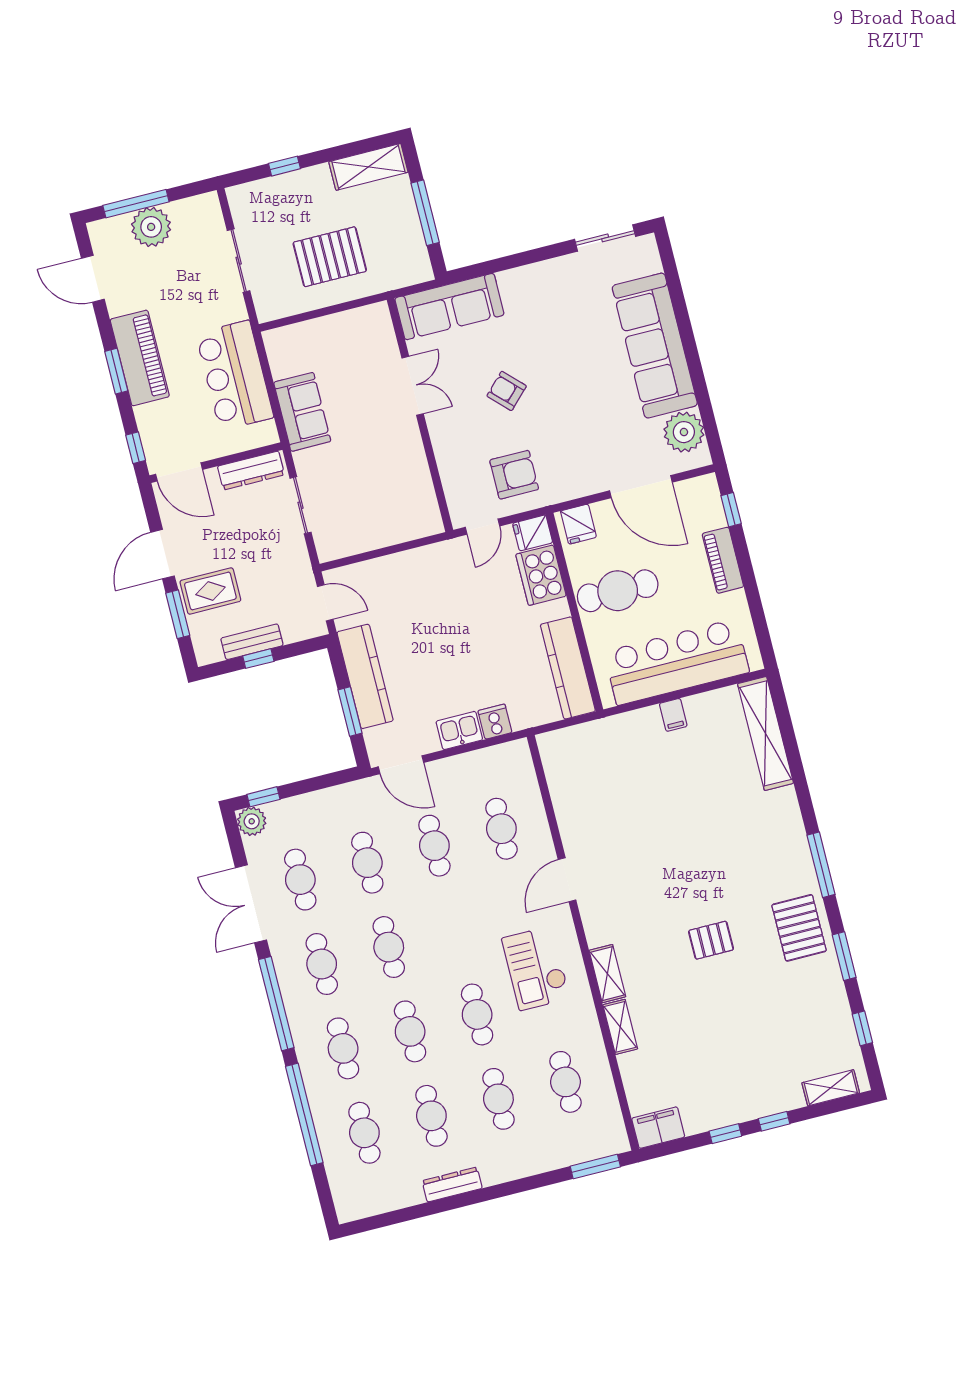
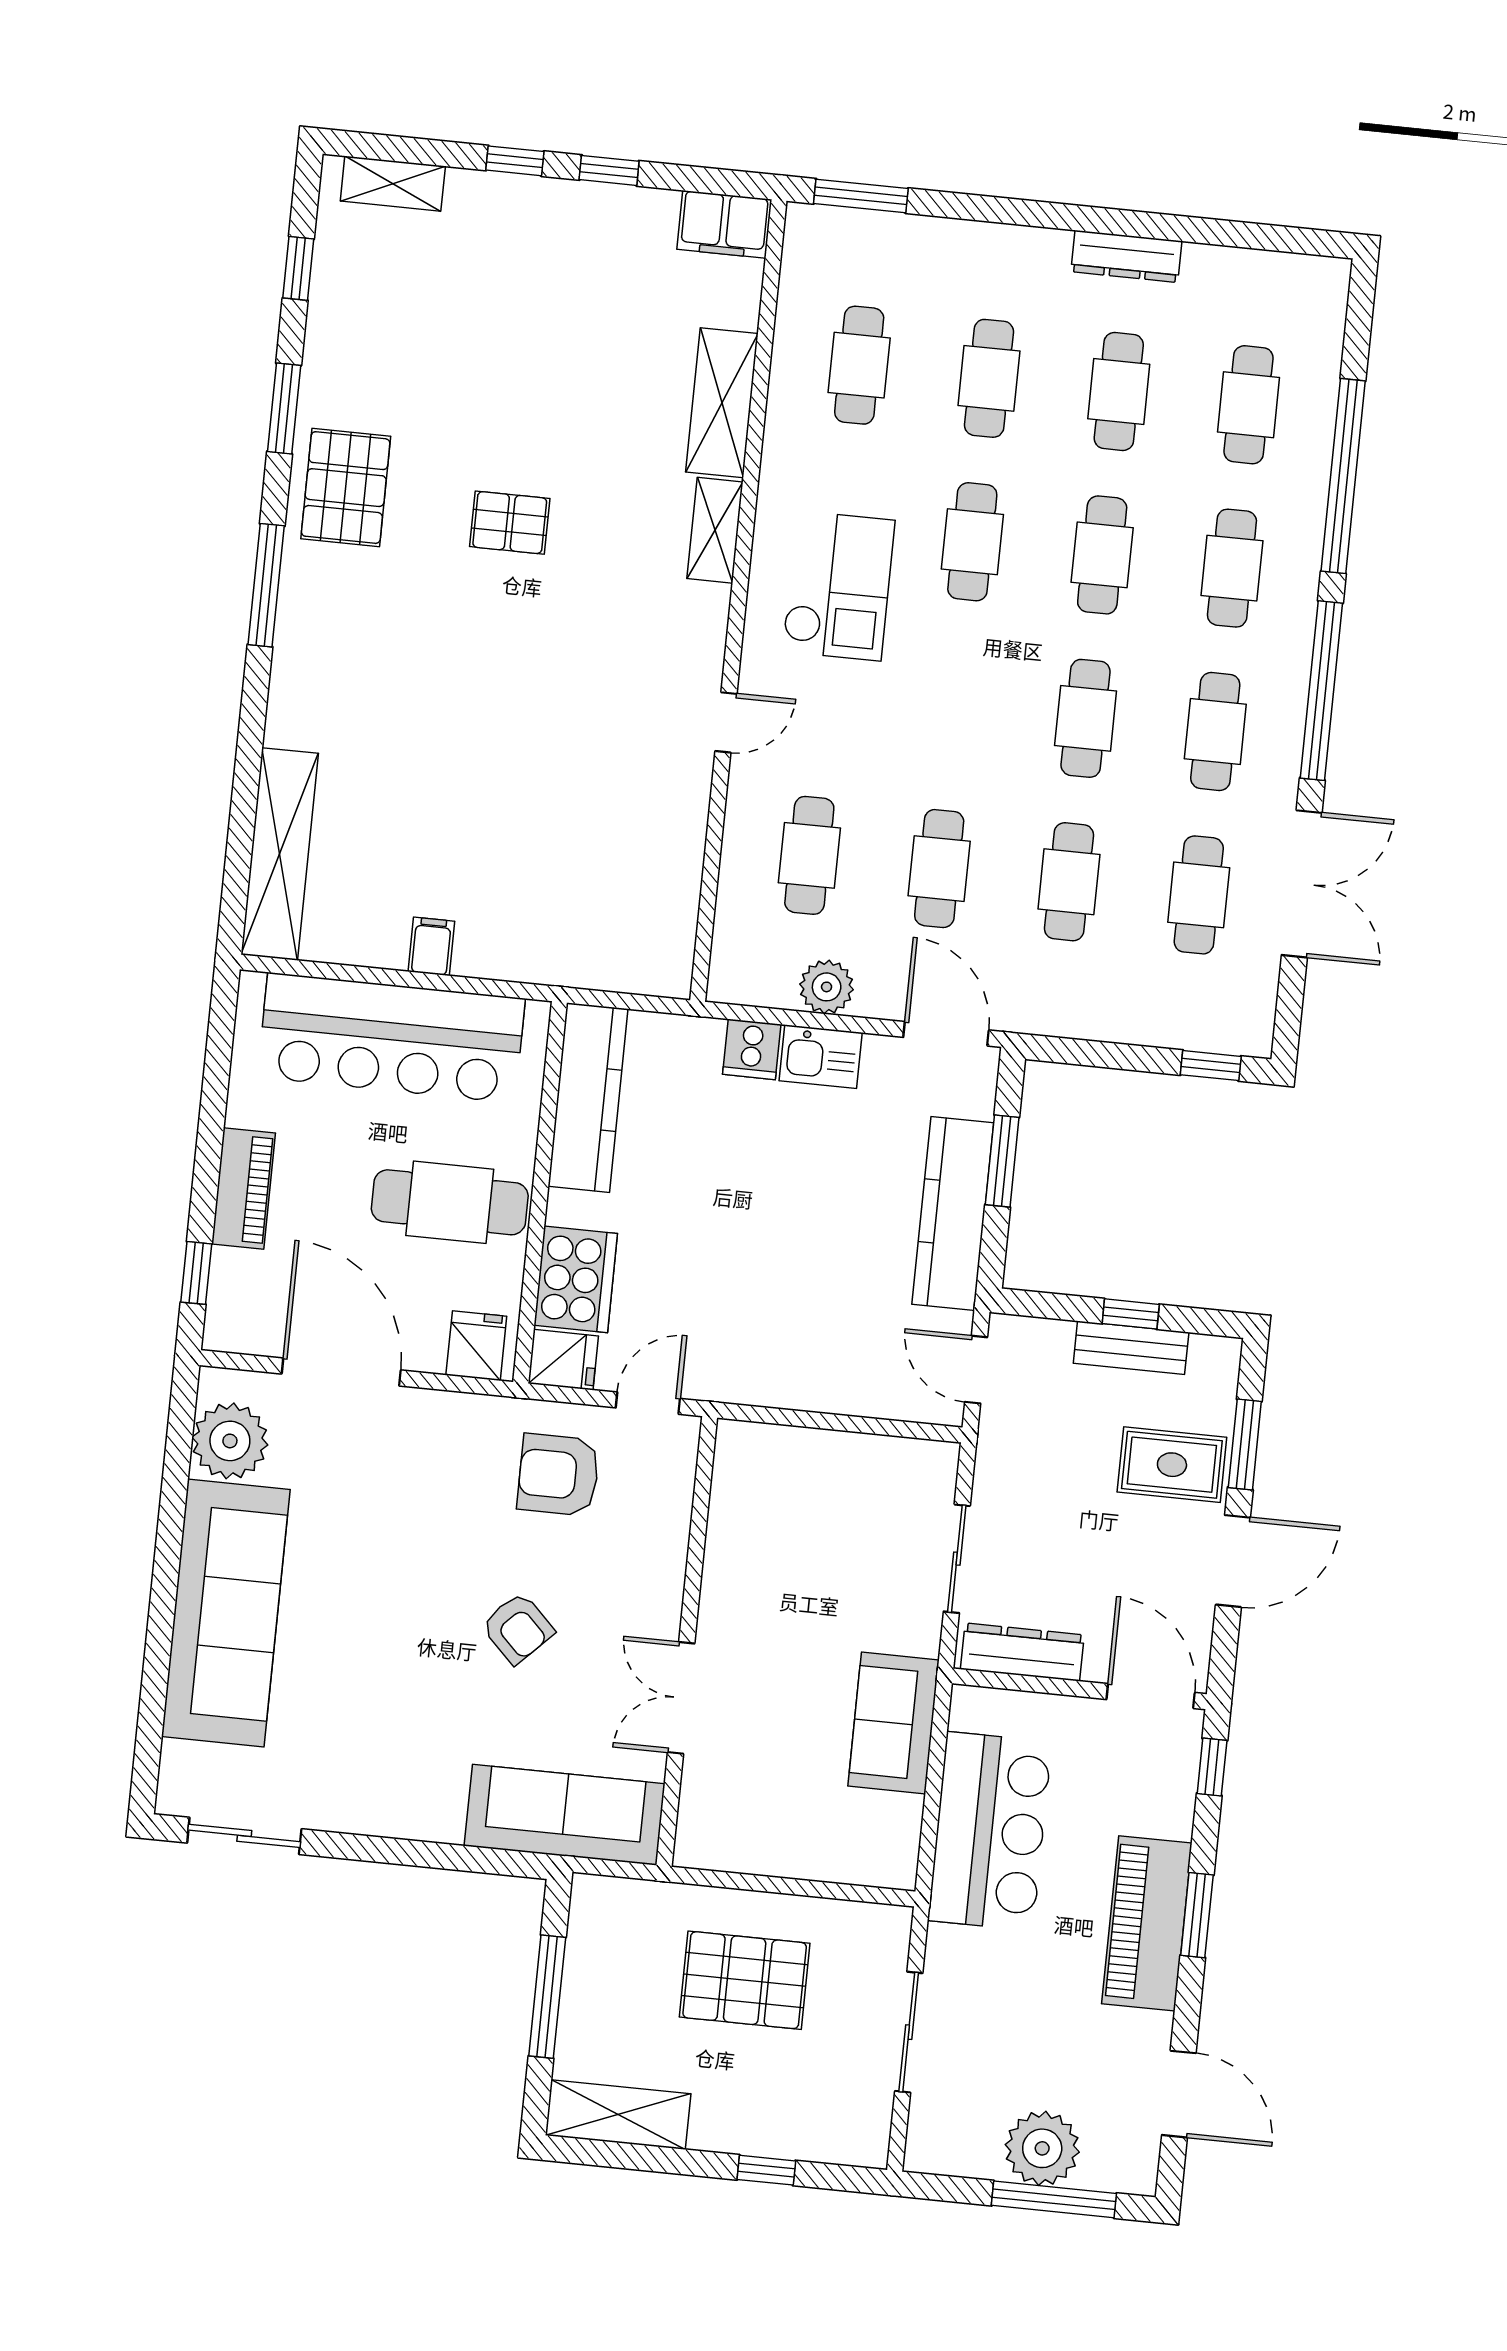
plant: (252, 821) -> (827, 987), moved
door: (567, 880) -> (726, 722), width x0.73
shelving: (620, 1027) -> (722, 403), width x1.50, depth x1.33

